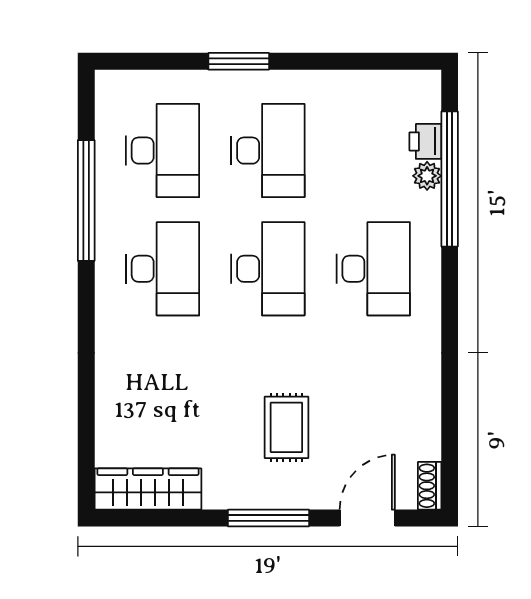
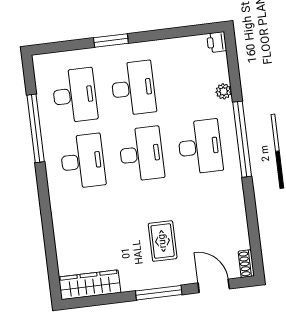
printer: (425, 141) -> (217, 42), moved
window: (450, 179) -> (242, 139), moved
door: (367, 518) -> (214, 286), hinge flipped

